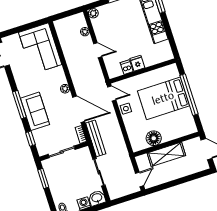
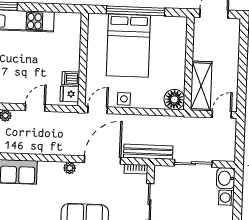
fridge: (137, 63) -> (70, 94), moved
floor lamp: (154, 138) -> (174, 99), moved
shelving: (166, 154) -> (201, 86), moved
door: (140, 179) -> (222, 115), hinge flipped

